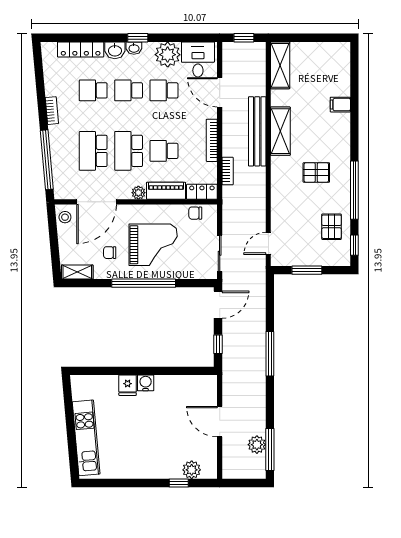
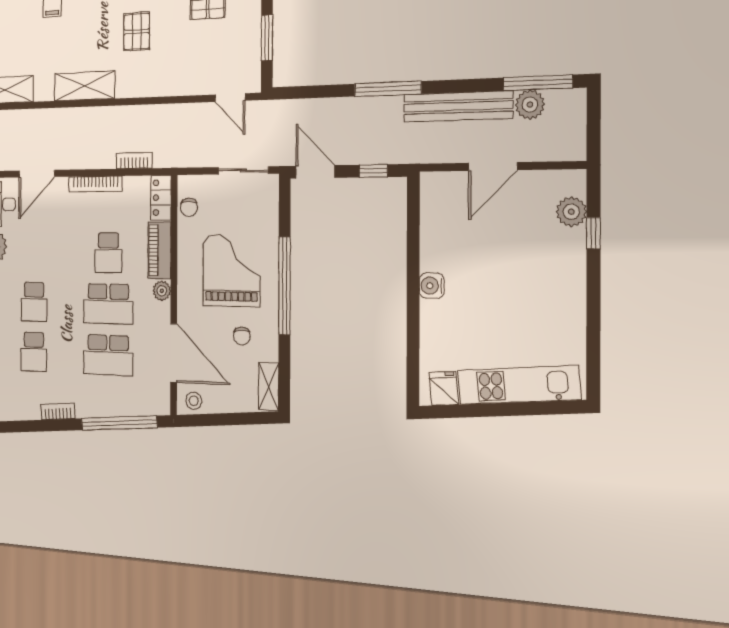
school desk: (164, 90) -> (34, 252), removed
bench: (257, 131) -> (458, 106), moved
fridge: (128, 385) -> (444, 388), moved, turned -95

